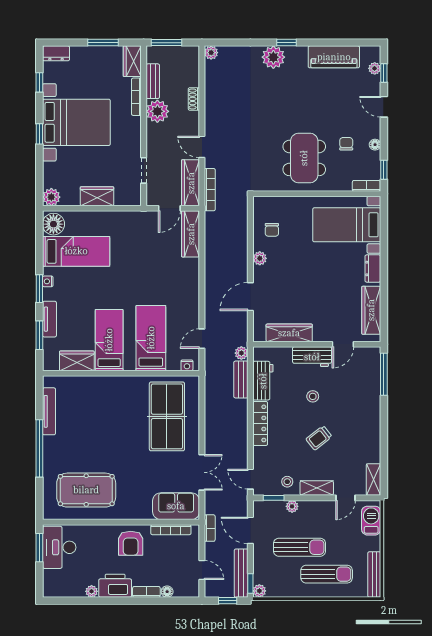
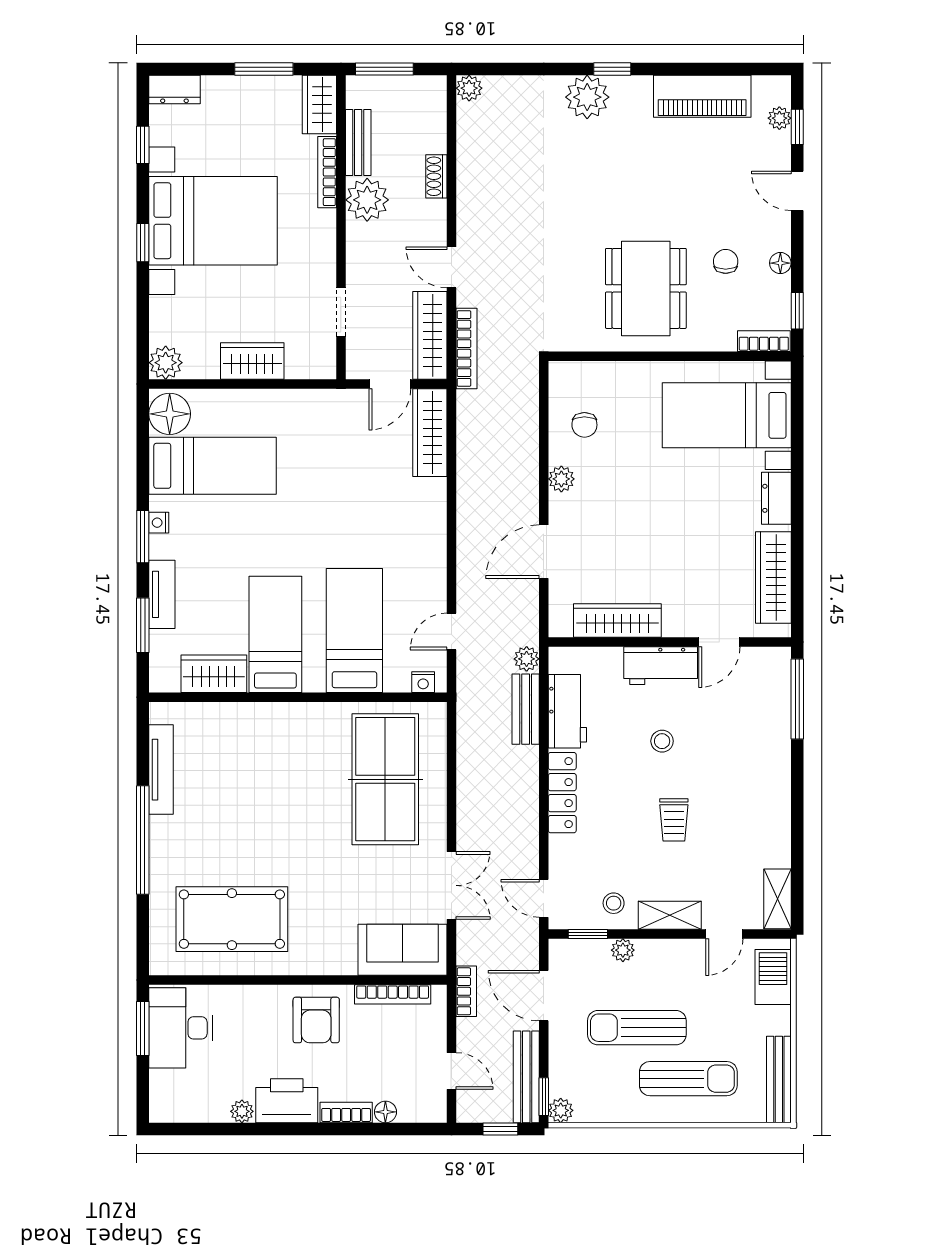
trolley: (319, 438) -> (674, 820), turned -52
sun lounger: (299, 547) -> (637, 1028), turned 180

